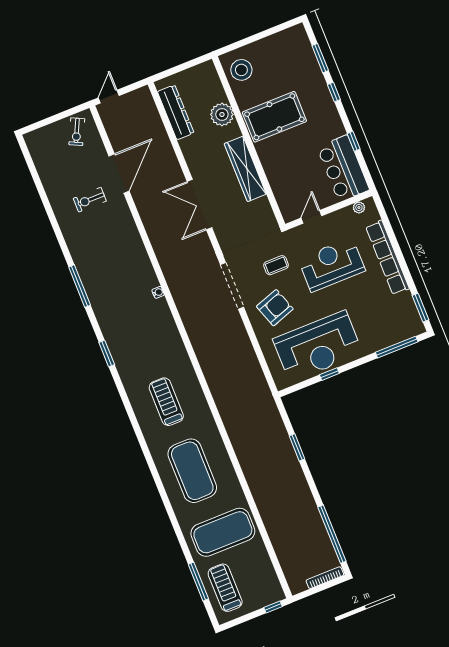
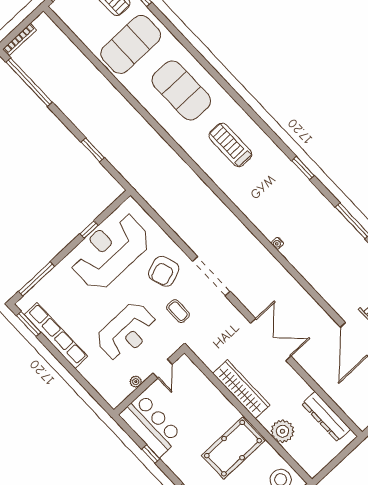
plant: (359, 207) -> (136, 382), moved
row of seats: (387, 258) -> (56, 335), moved
coffee table: (276, 265) -> (178, 311), turned 90
treadmill: (166, 402) -> (230, 145), turned 180

